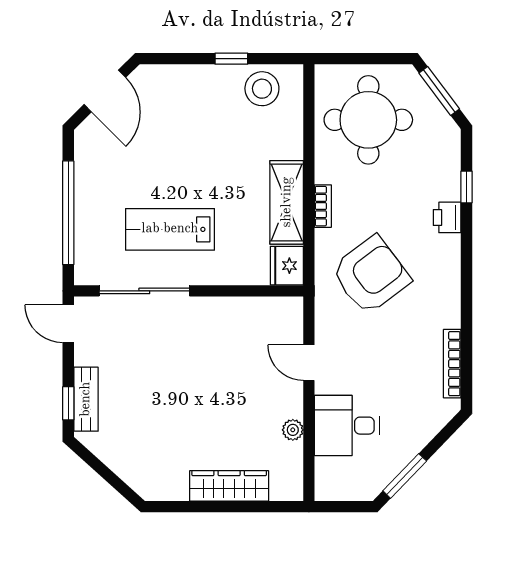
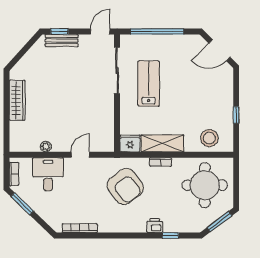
stool: (262, 89) -> (209, 138), moved
wardrobe: (229, 486) -> (17, 100), moved
bookcase: (347, 492) -> (14, 174), added

